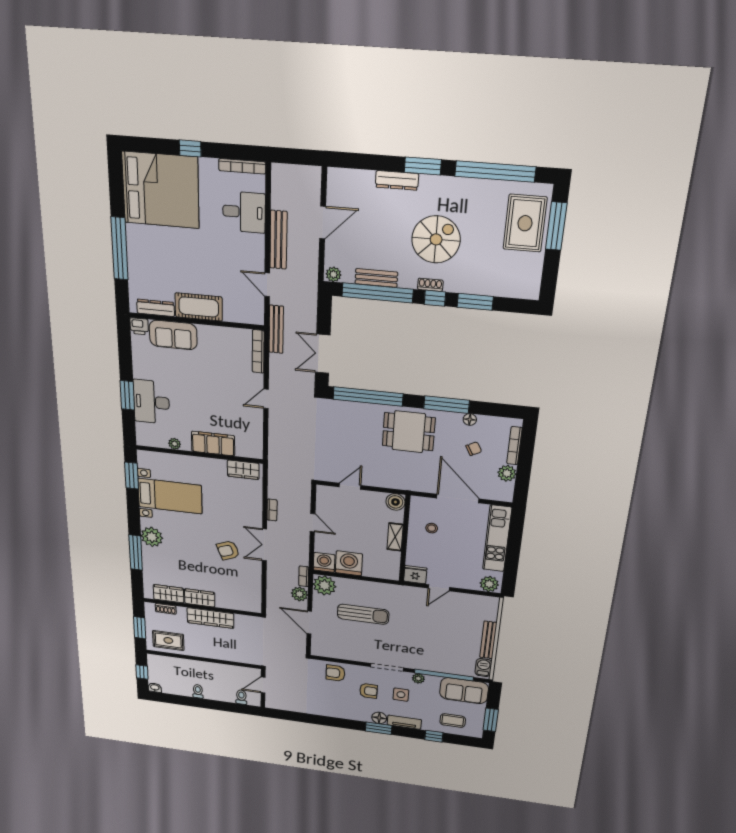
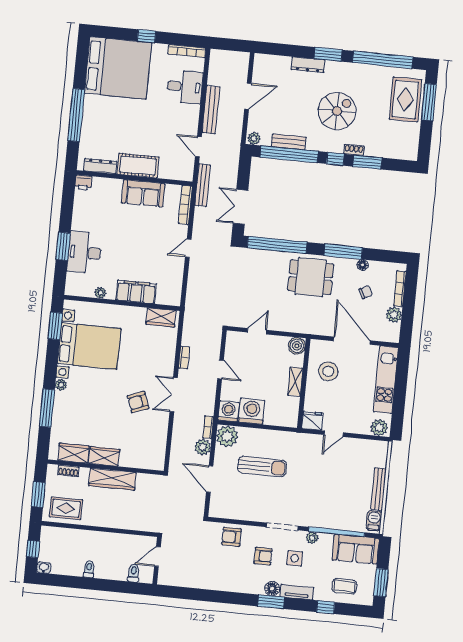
shoe rack: (430, 285) -> (354, 150), moved
sofa: (173, 335) -> (143, 193), moved
bed with nightstands: (170, 496) -> (89, 346), width x1.36
stool: (432, 528) -> (328, 371), width x1.89, depth x1.89
plant: (152, 537) -> (61, 385), width x0.53, depth x0.53

